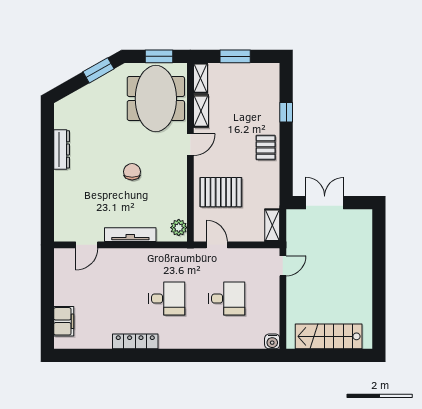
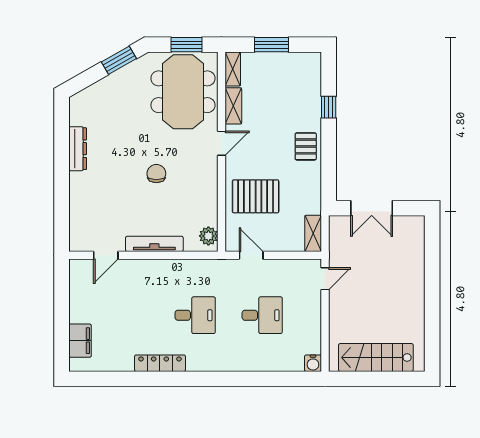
double door: (325, 203) -> (372, 208), swing flipped

